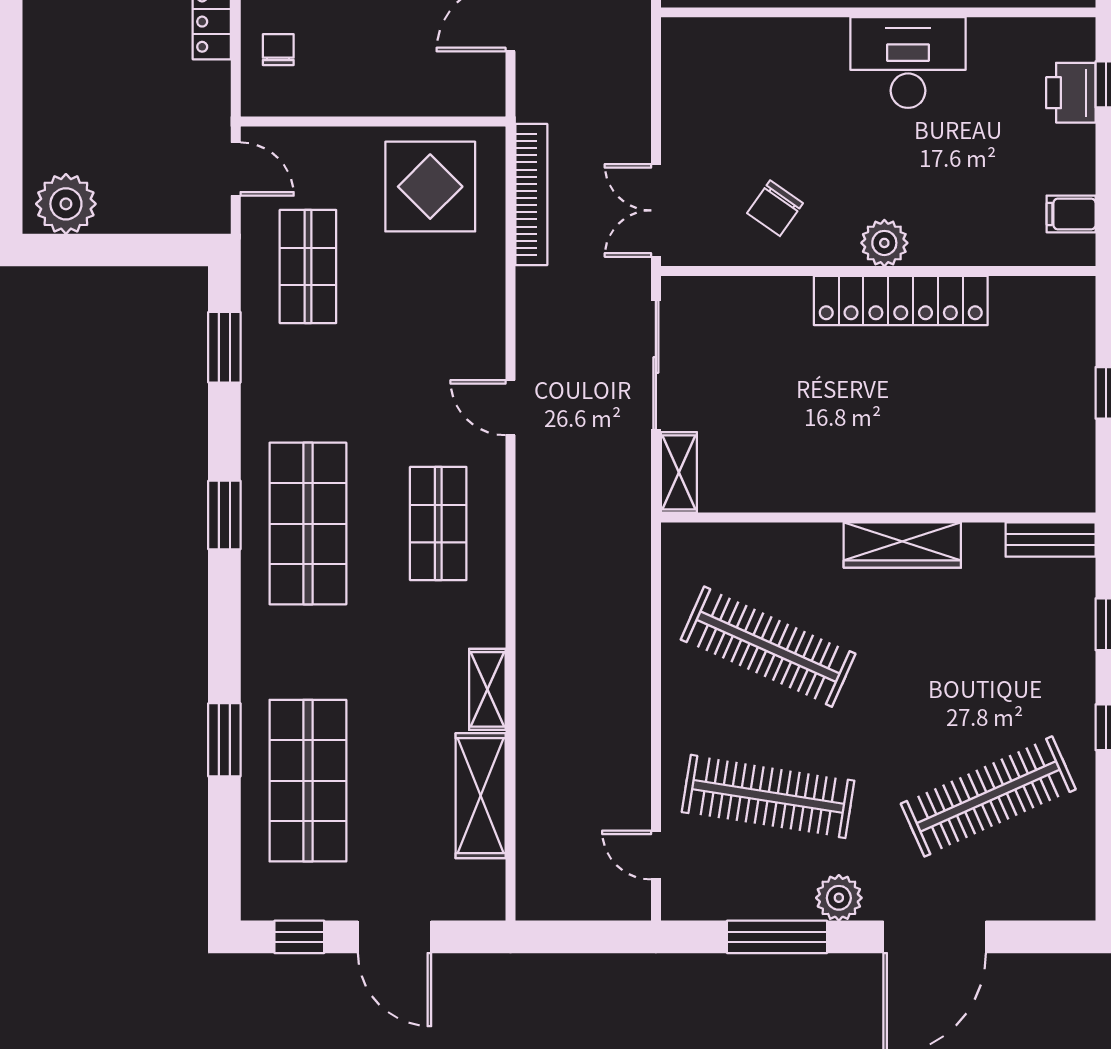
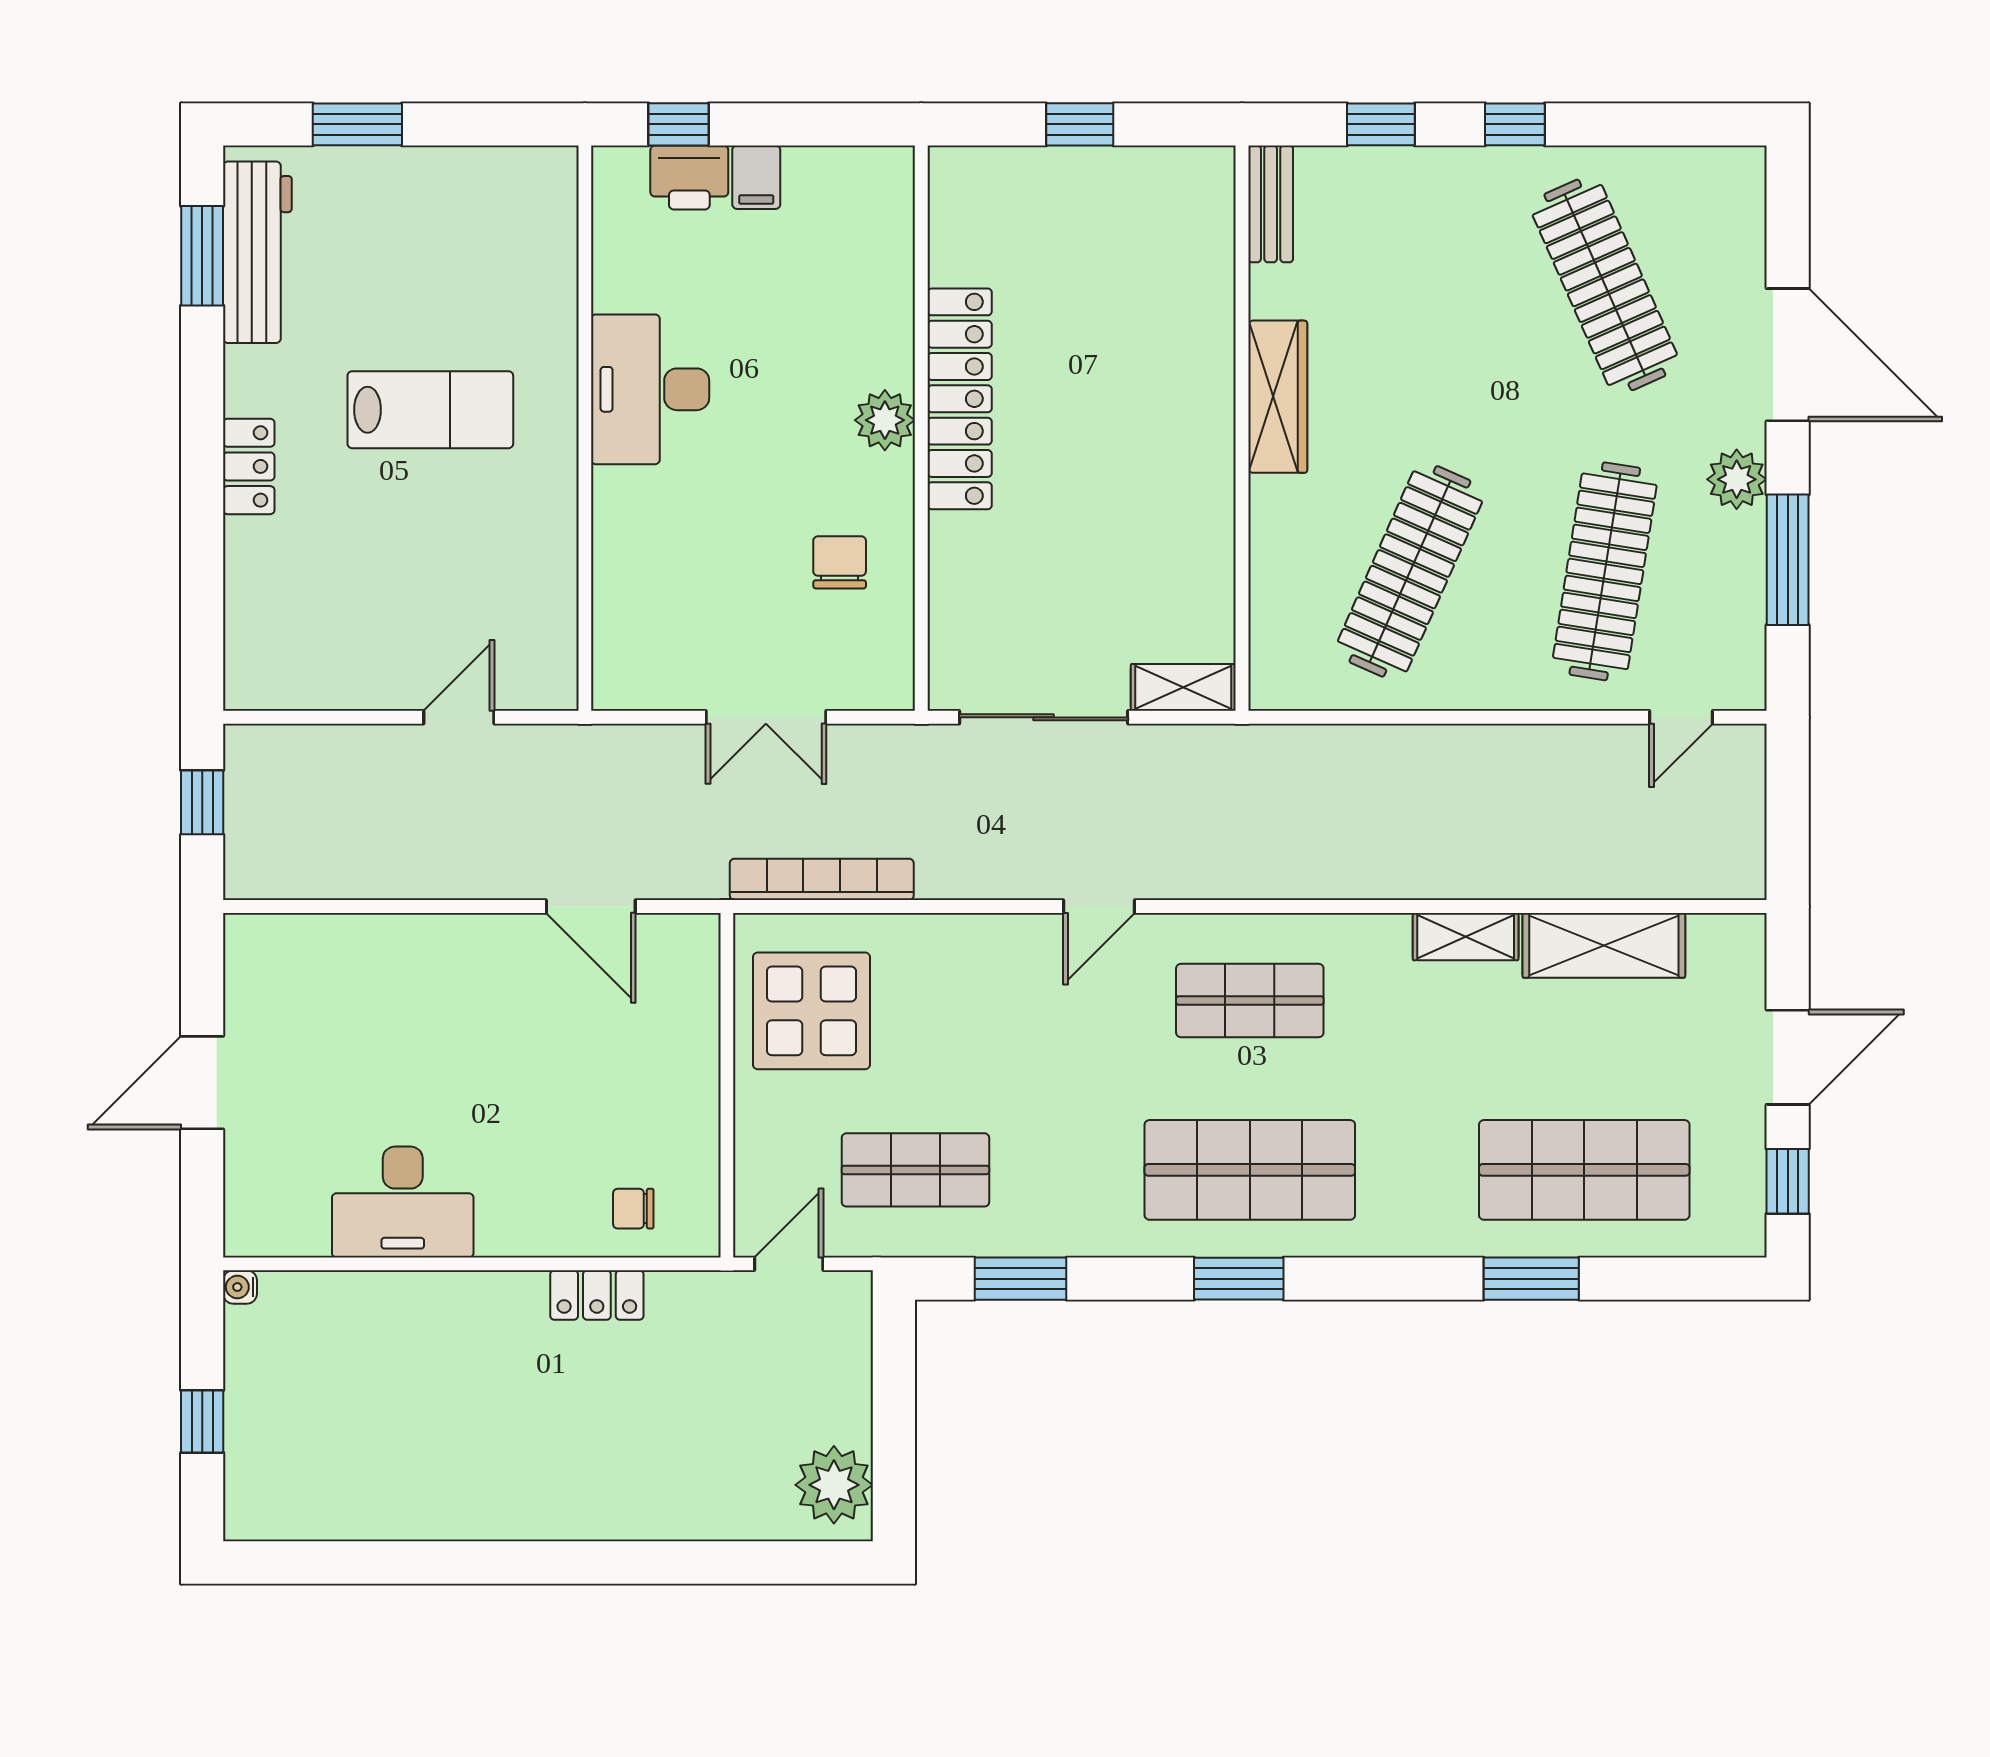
chair: (775, 208) -> (840, 562), turned -125
double door: (656, 210) -> (766, 717), moved
filing cabinet: (1071, 214) -> (756, 177), moved

